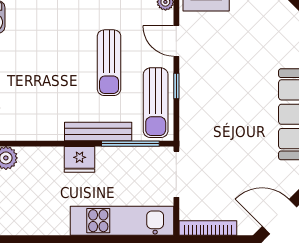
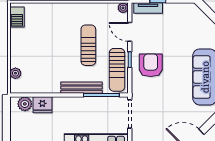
sun lounger: (109, 63) -> (88, 45), turned 180
armchair: (210, 95) -> (151, 65), added
fridge: (80, 159) -> (42, 105), moved

